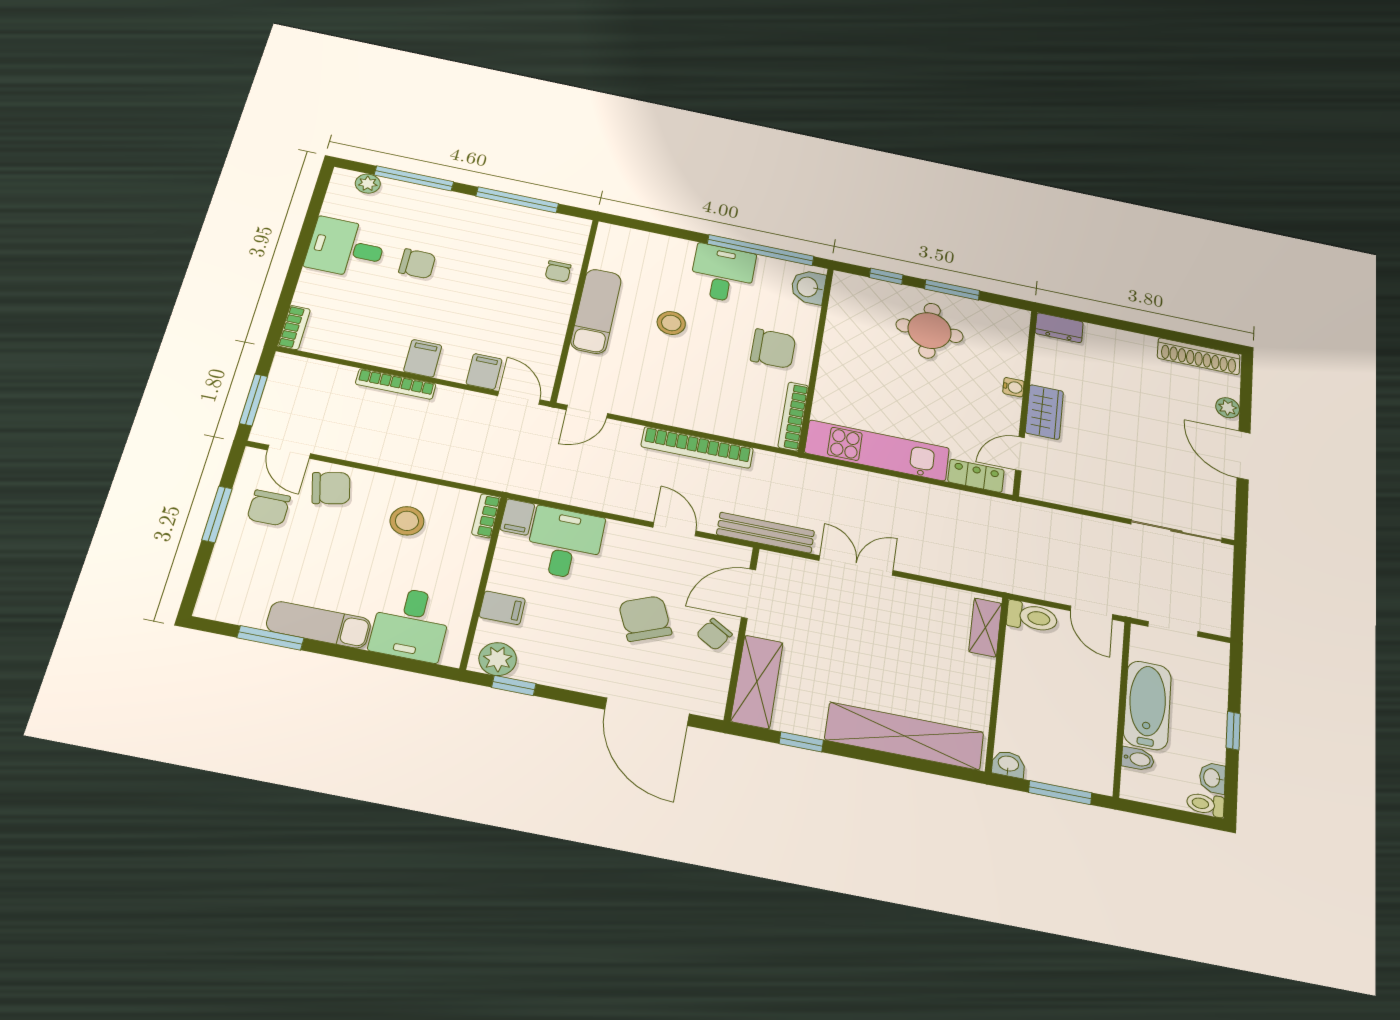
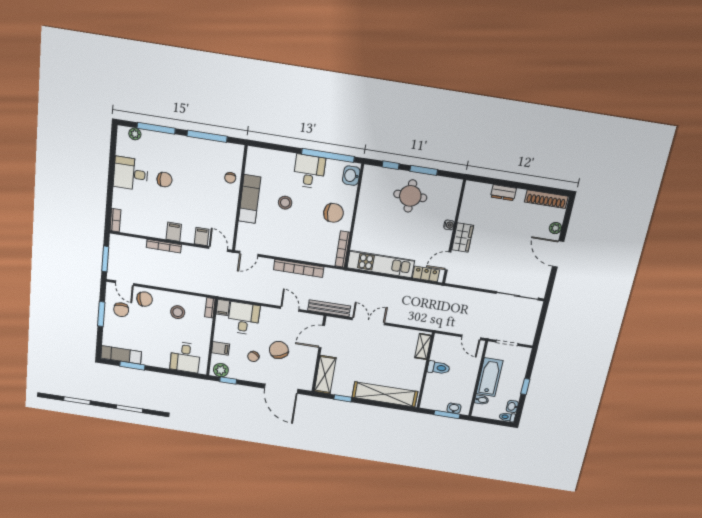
dresser: (1059, 328) -> (503, 193), moved
toilet: (1032, 617) -> (439, 368), moved
exam couch: (319, 625) -> (121, 355), moved
chair: (714, 634) -> (253, 357), moved
washbasin: (1008, 764) -> (454, 408), moved

